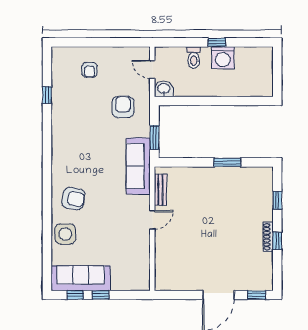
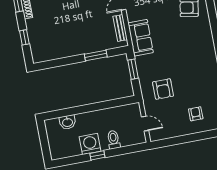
washbasin: (164, 89) -> (67, 122), moved
window: (227, 162) -> (96, 55), moved
sofa: (138, 166) -> (141, 38), width x0.73

